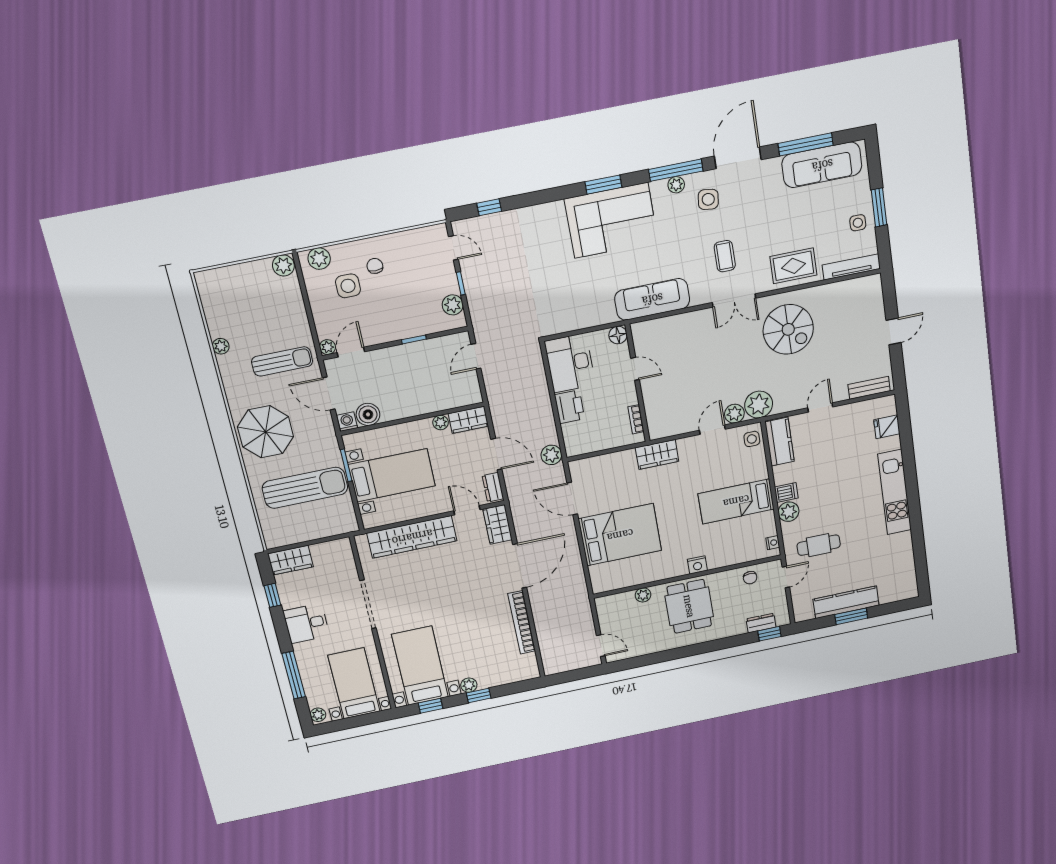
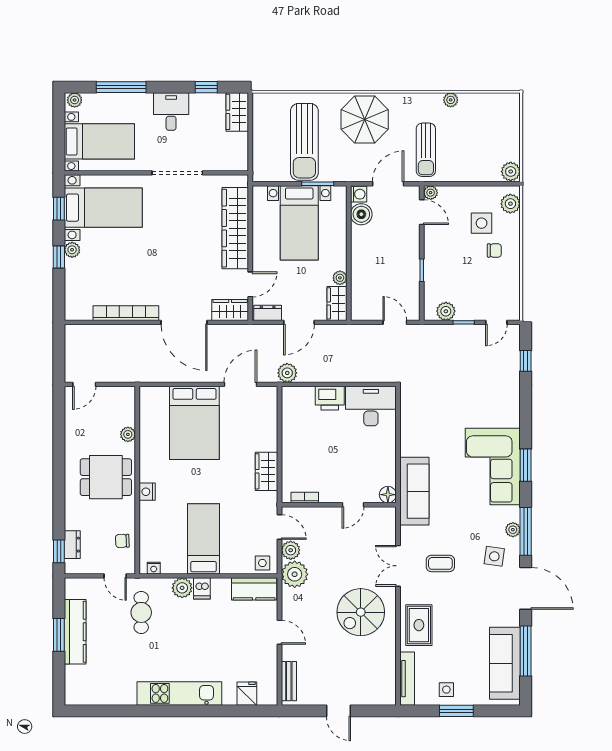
floor lamp: (618, 335) -> (388, 495), moved
door: (635, 369) -> (353, 505), moved
wall: (638, 383) -> (339, 505), moved
bookcase: (636, 419) -> (305, 497), moved

